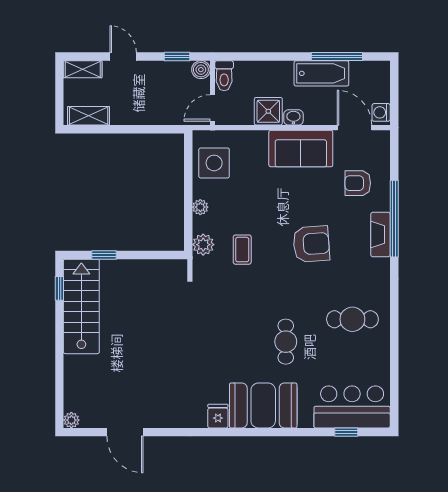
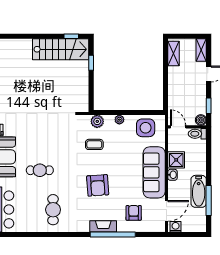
sofa: (301, 149) -> (154, 172), width x1.36

